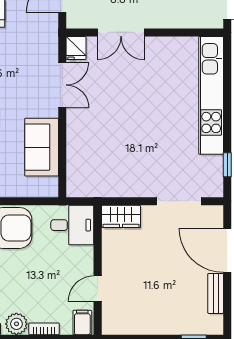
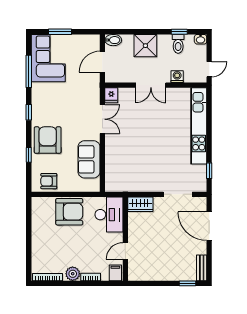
washing machine: (178, 19) -> (177, 77), added
double door: (121, 32) -> (151, 85), moved
desk: (72, 225) -> (109, 215), width x1.37
bench: (216, 293) -> (202, 268), moved

